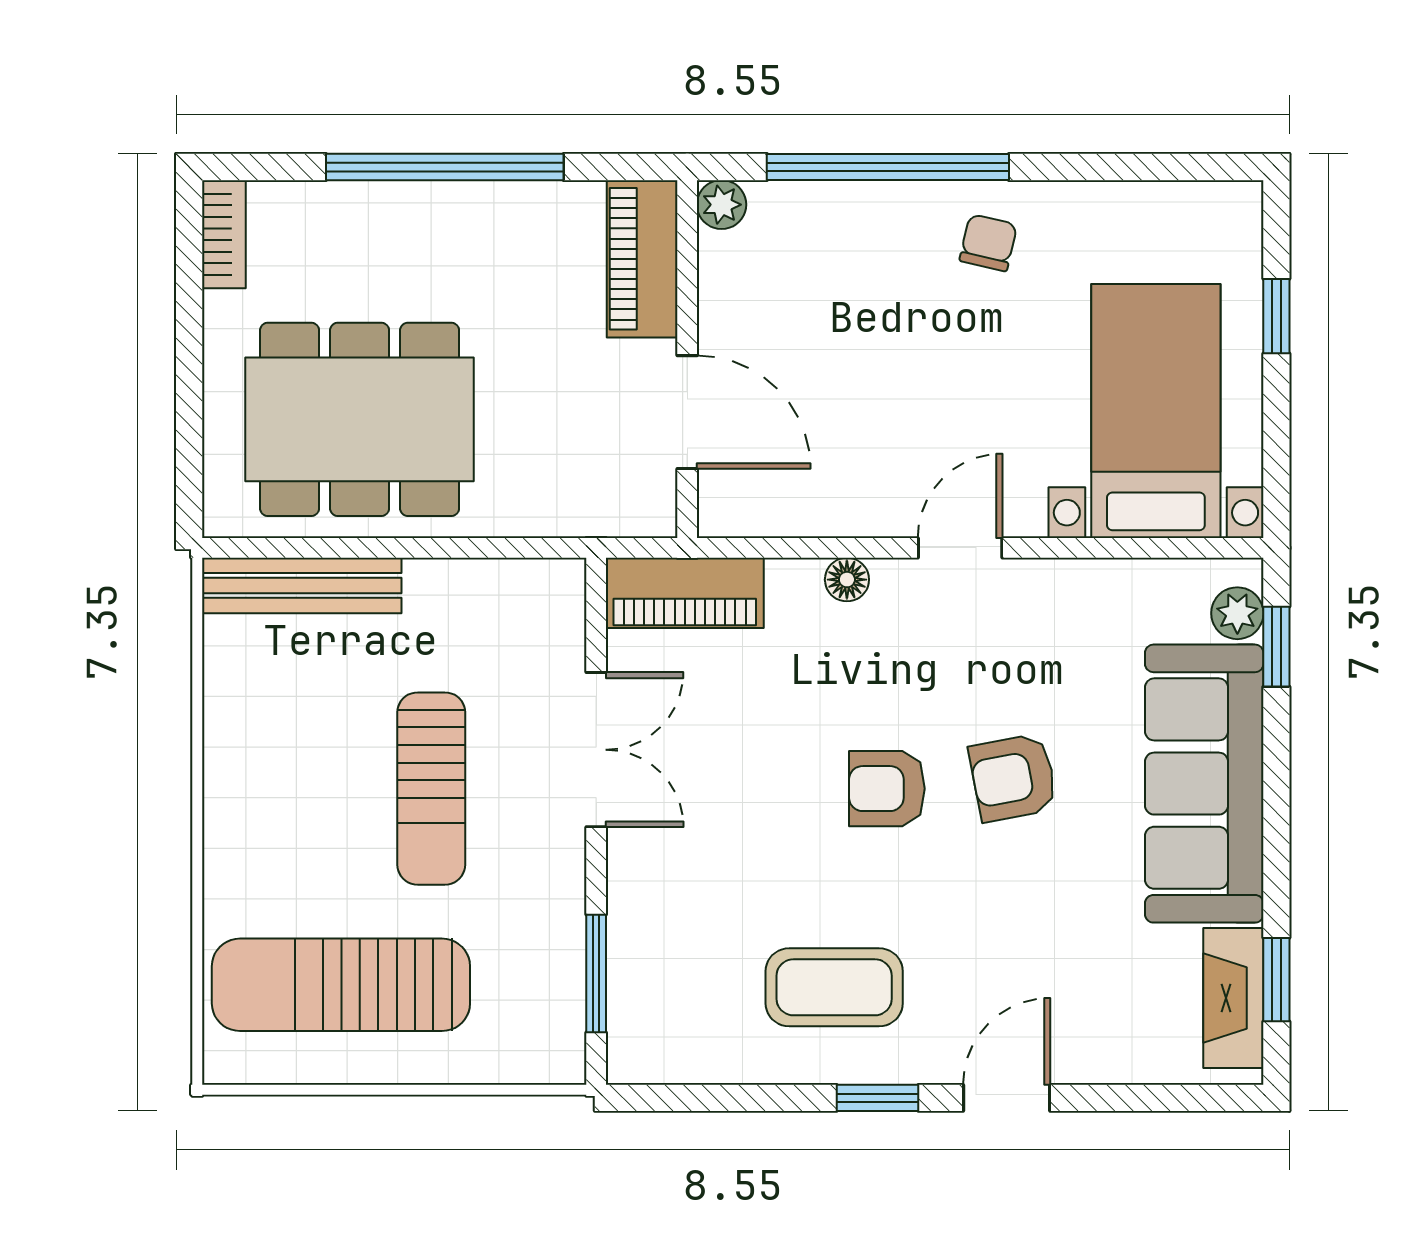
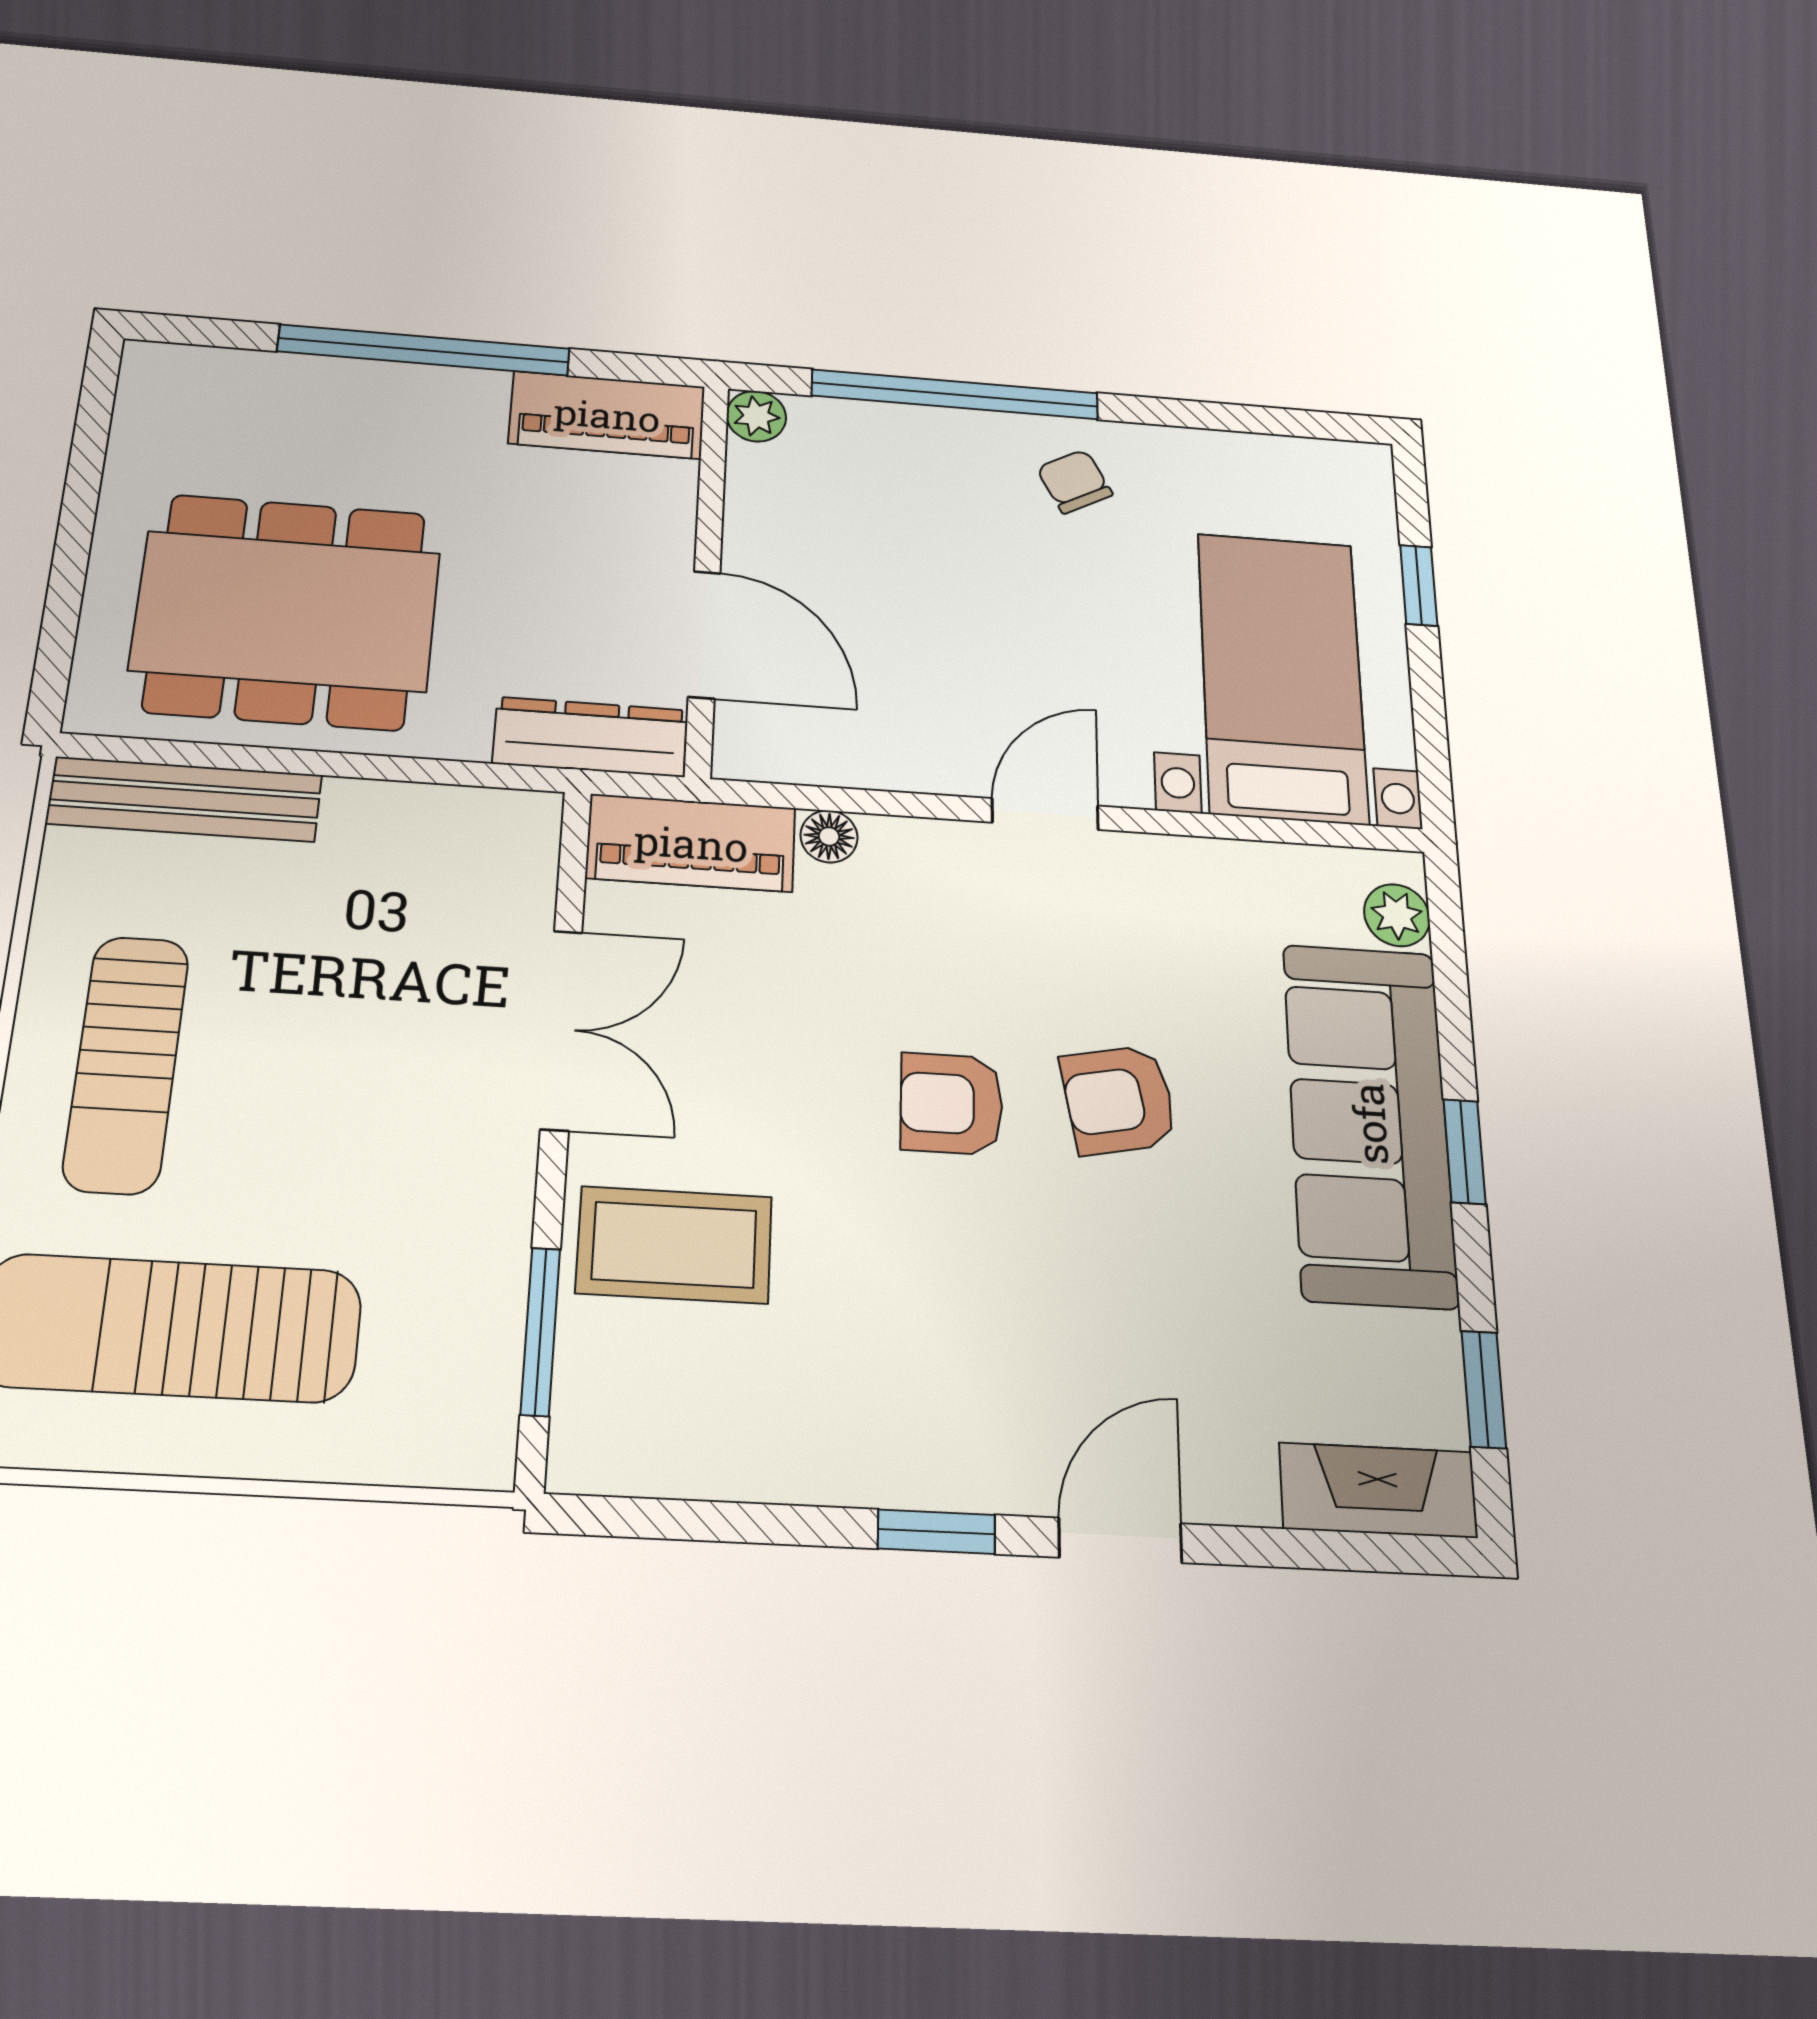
bookcase: (224, 234) -> (141, 397), removed
chair: (988, 243) -> (1074, 481), turned -41
piano: (642, 259) -> (607, 415), moved, turned -90
dresser: (603, 509) -> (590, 737), added
floor lamp: (847, 580) -> (829, 836), moved
window: (1276, 647) -> (1464, 1151), moved
sun lounger: (431, 789) -> (126, 1064), moved
coffee table: (834, 987) -> (674, 1245), moved
fireplace: (1233, 998) -> (1378, 1490), moved, turned 90

